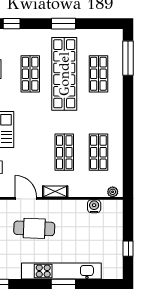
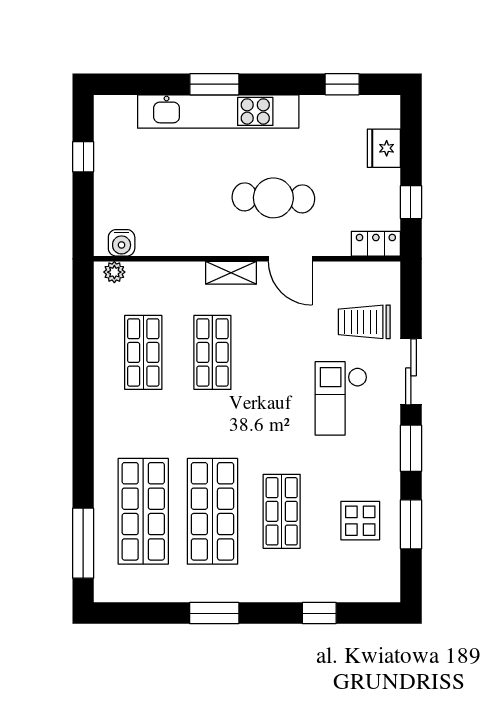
shop shelf: (64, 74) -> (212, 511), width x0.71
shop shelf: (98, 74) -> (143, 511), width x1.43, depth x1.36
water cooler: (94, 206) -> (122, 243), moved

